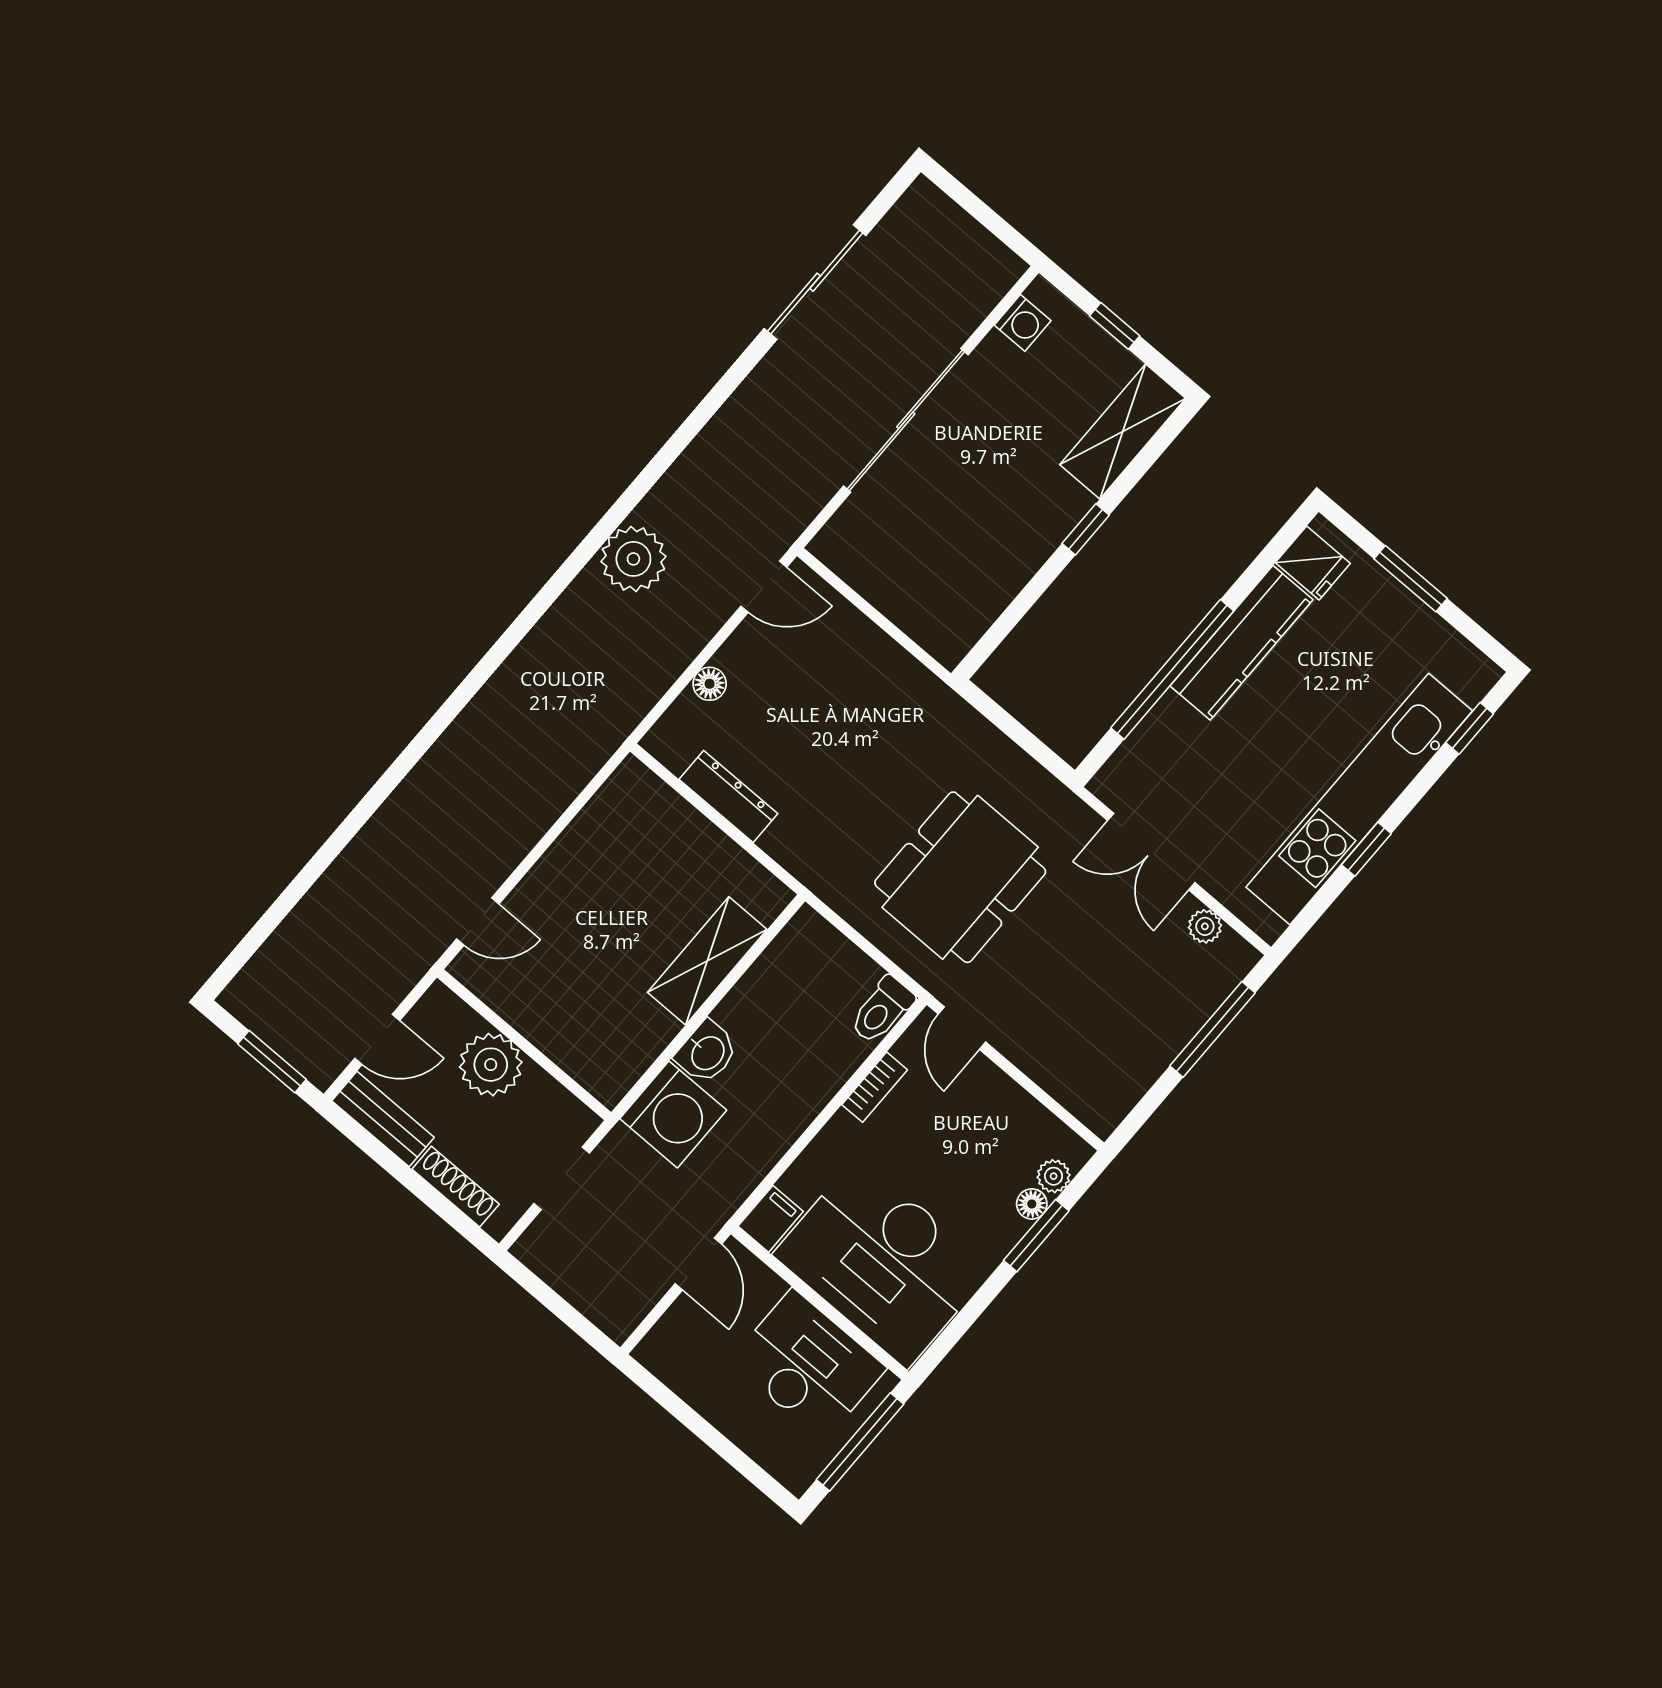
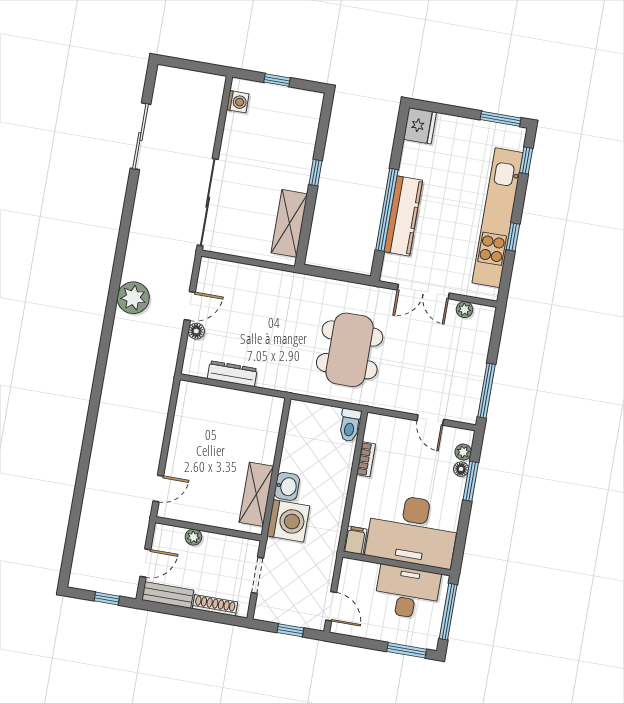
sliding door: (906, 420) -> (208, 202), moved
shelving: (1123, 432) -> (289, 223), moved
fridge: (1313, 563) -> (420, 126), width x1.38
window: (1411, 579) -> (501, 119), moved
door: (764, 587) -> (190, 306), moved
kitchen counter: (1242, 643) -> (403, 216), moved
shelving: (707, 961) -> (256, 494), moved
door: (962, 1028) -> (430, 420), moved
window: (1212, 1029) -> (486, 391), moved
window: (272, 1062) -> (107, 599), width x0.67
plant: (491, 1065) -> (193, 537), width x0.53, depth x0.53
door: (698, 1264) -> (331, 606), moved
window: (562, 1310) -> (290, 630), added
window: (746, 1467) -> (407, 650), added

